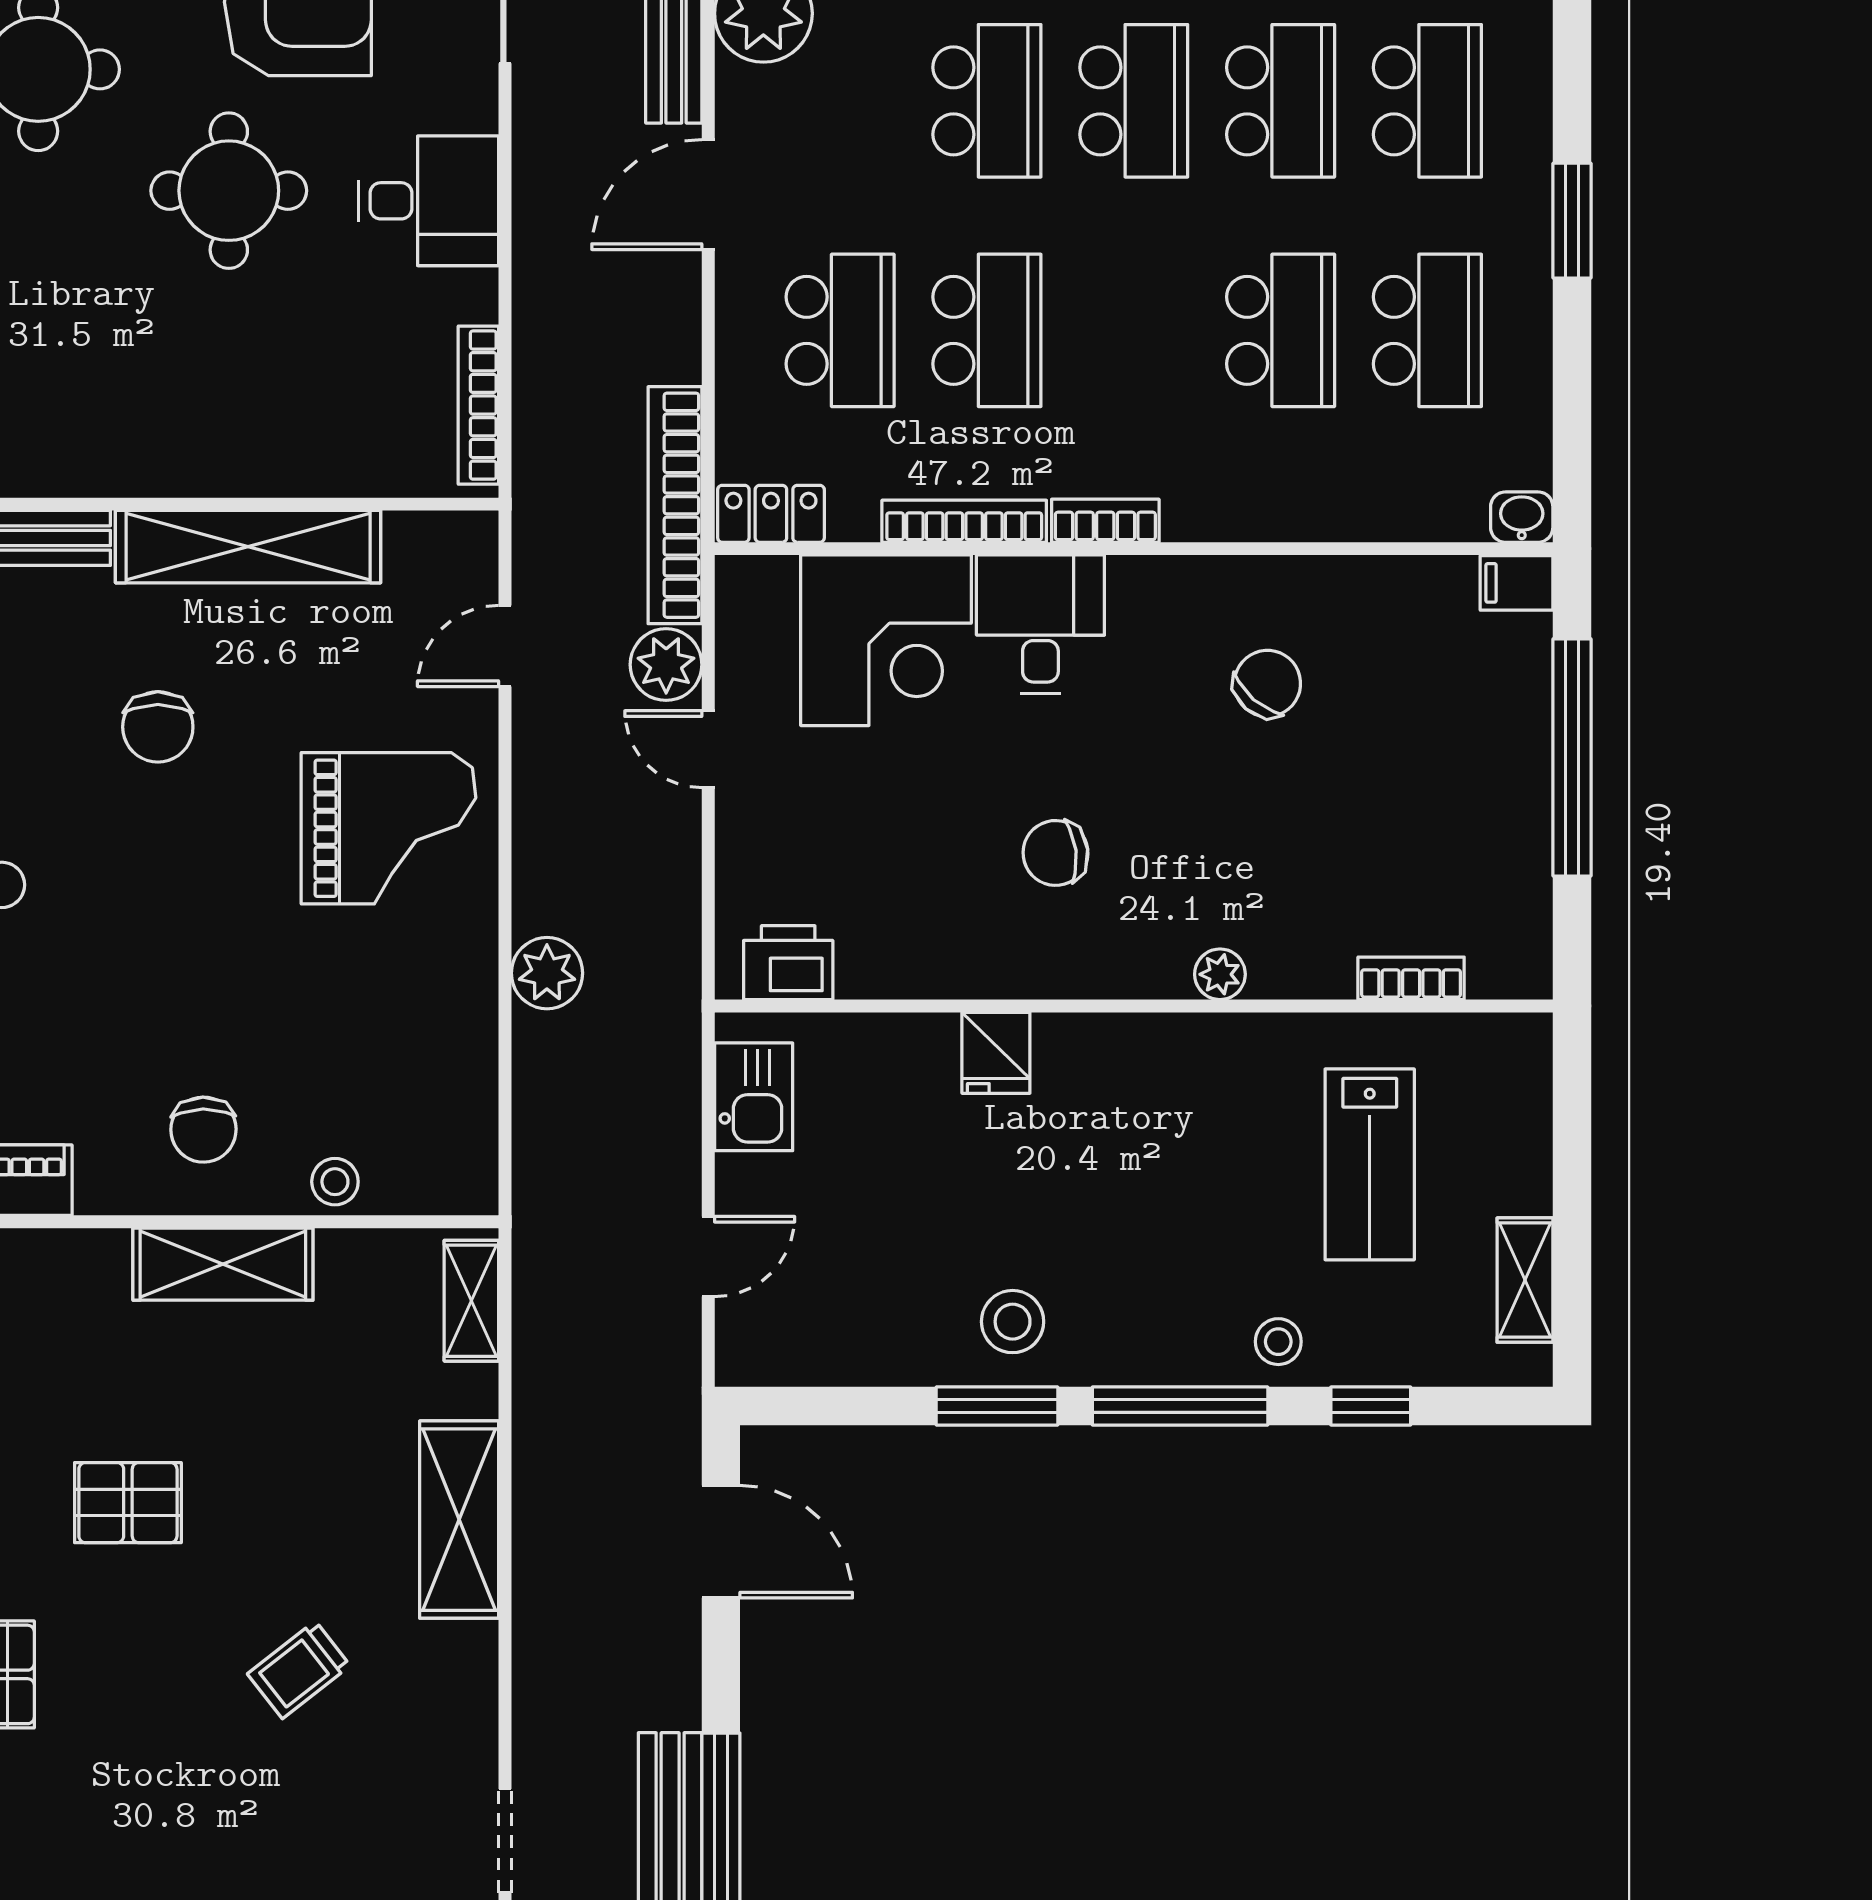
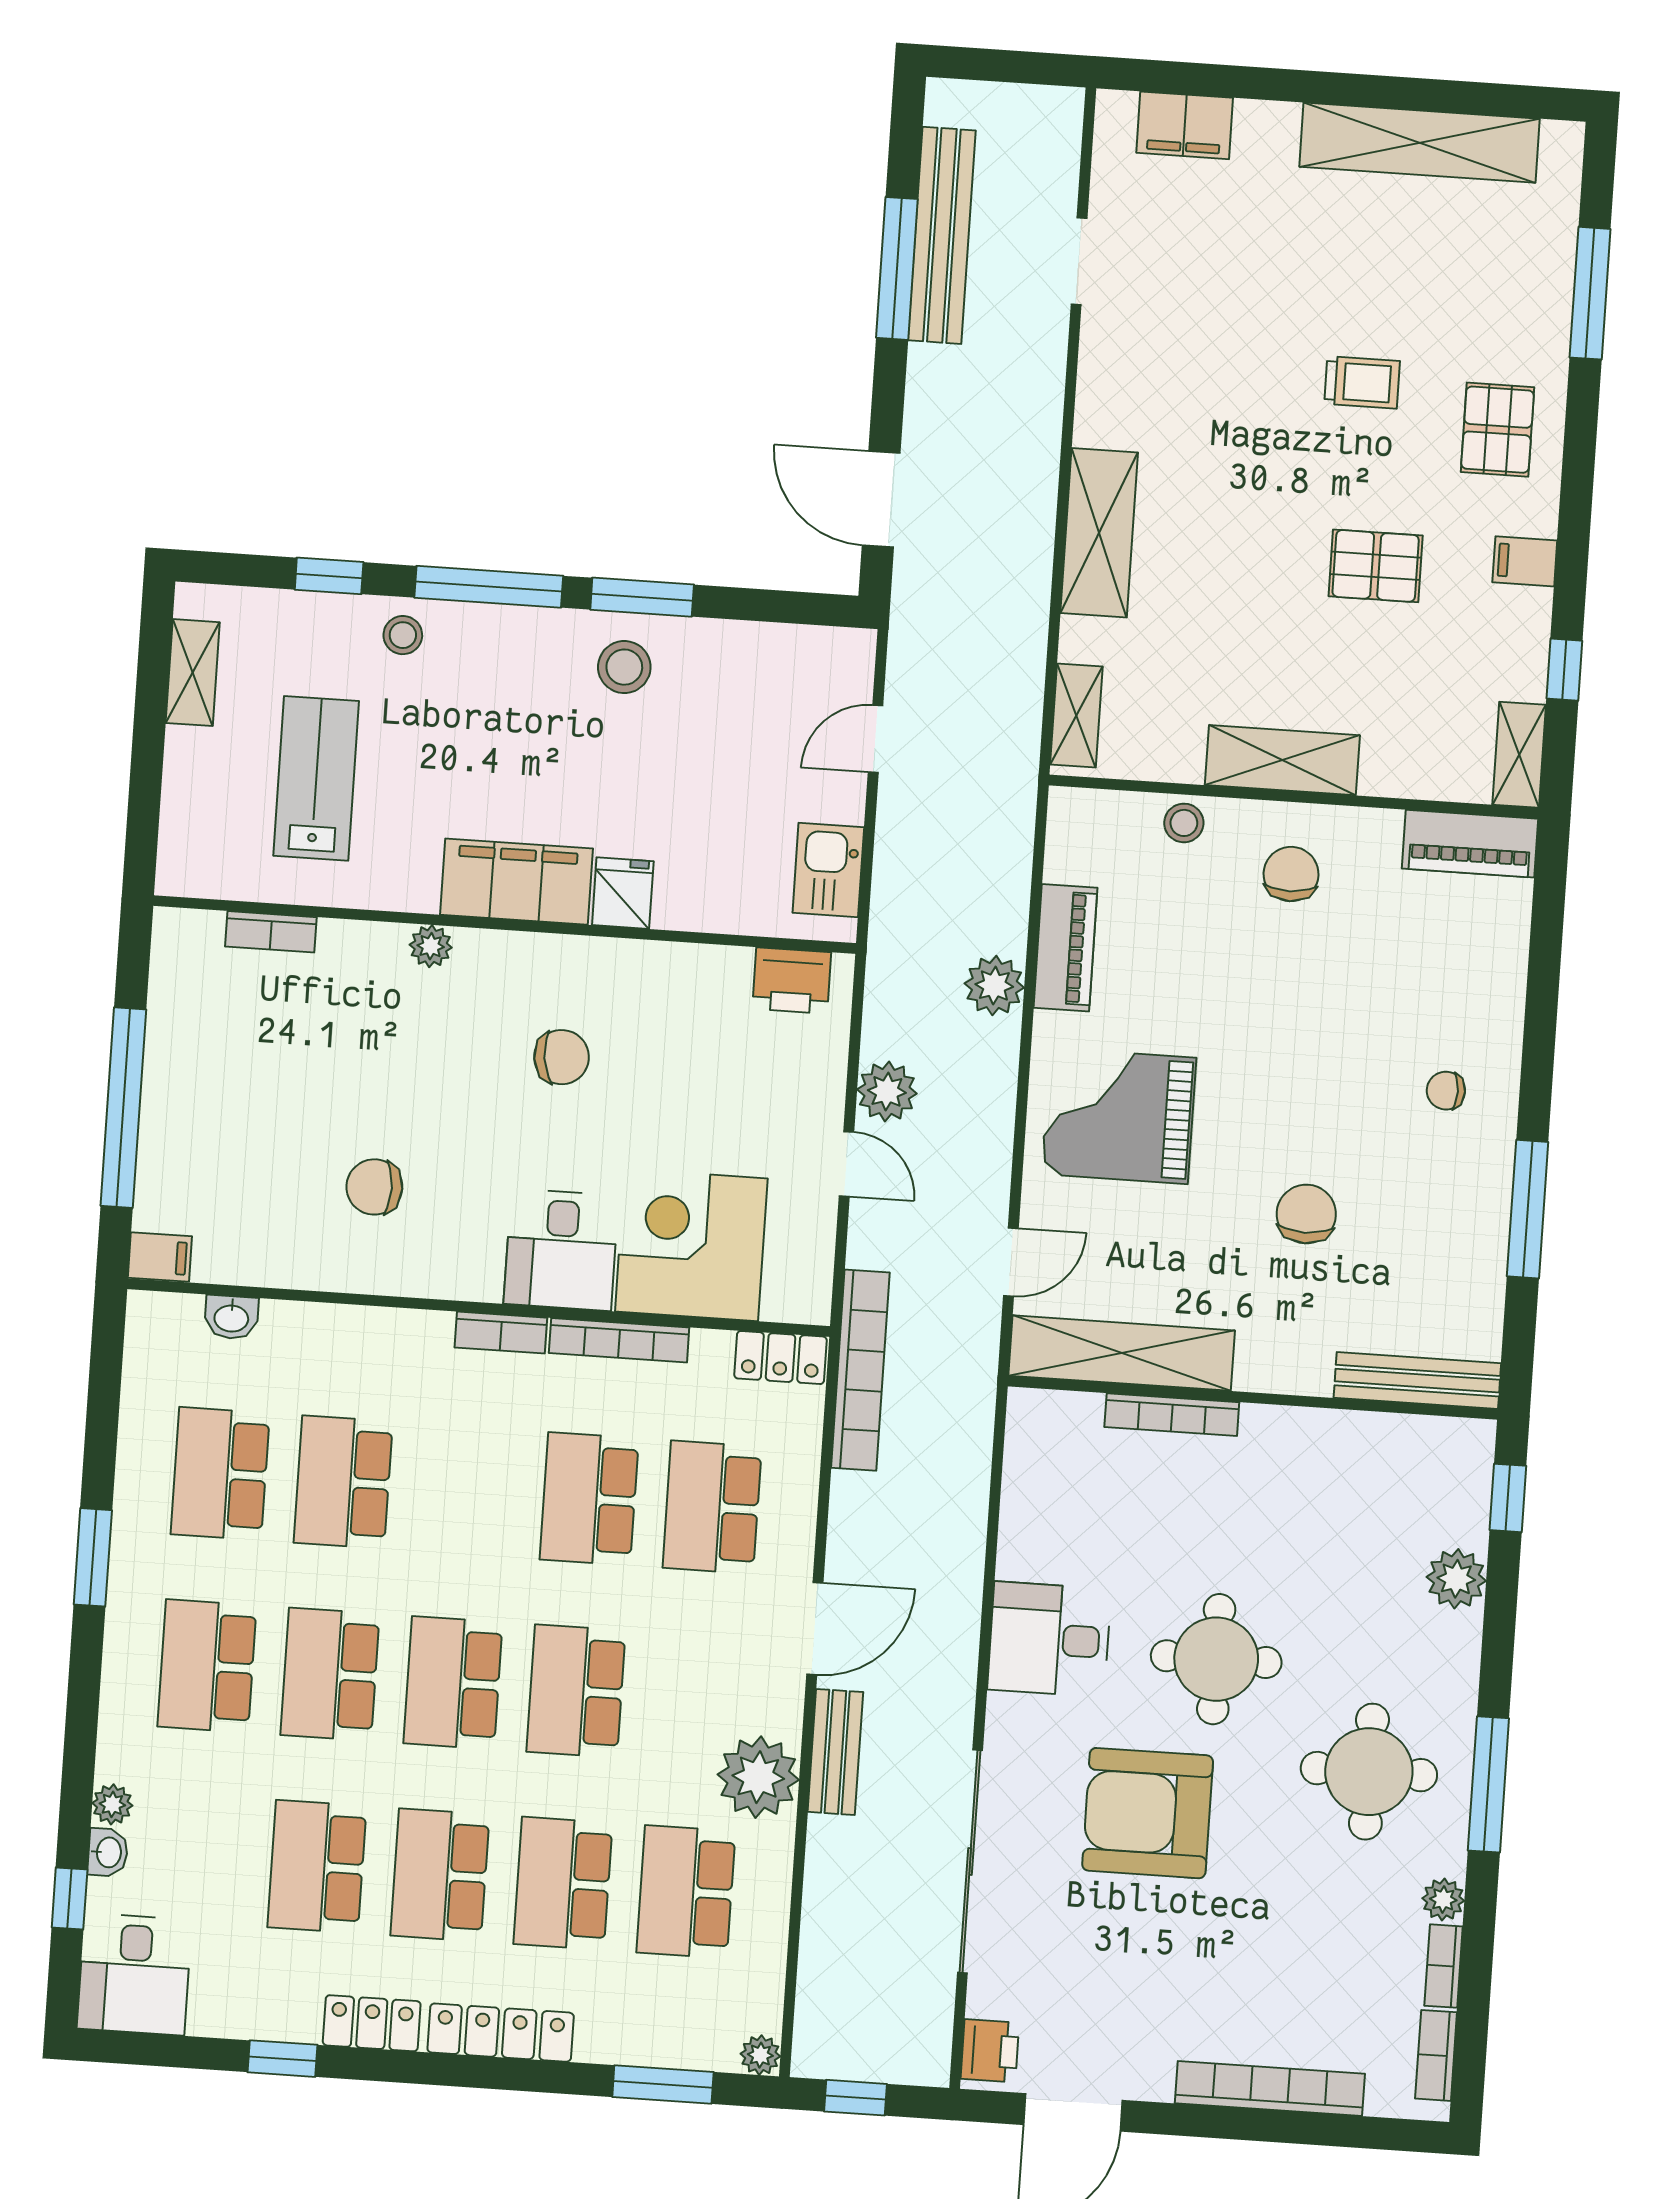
bookcase: (478, 405) -> (1172, 1415), moved, turned 90
washbasin: (1522, 517) -> (231, 1317), moved
shelving: (248, 547) -> (1122, 1353), moved
plant: (666, 665) -> (887, 1091), moved
chair: (1267, 684) -> (374, 1187), turned 49
piano: (466, 1024) -> (1065, 948), added
filing cabinet: (1123, 1058) -> (517, 882), added
trolley: (299, 1670) -> (1362, 382), moved, turned 38

